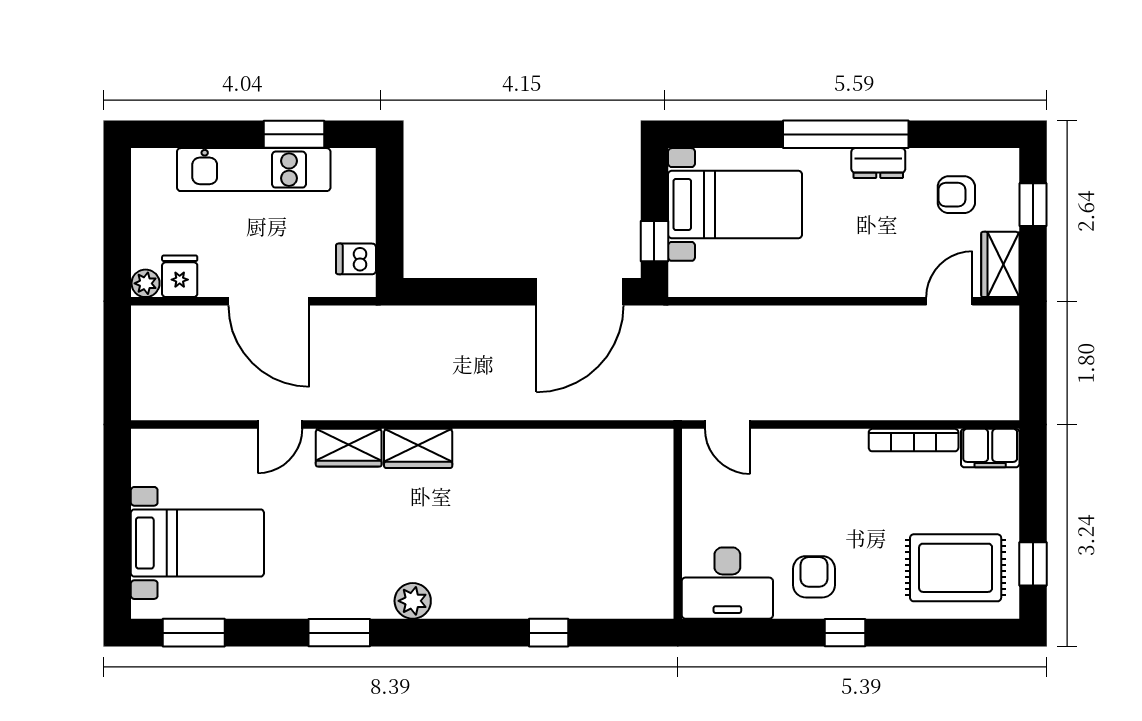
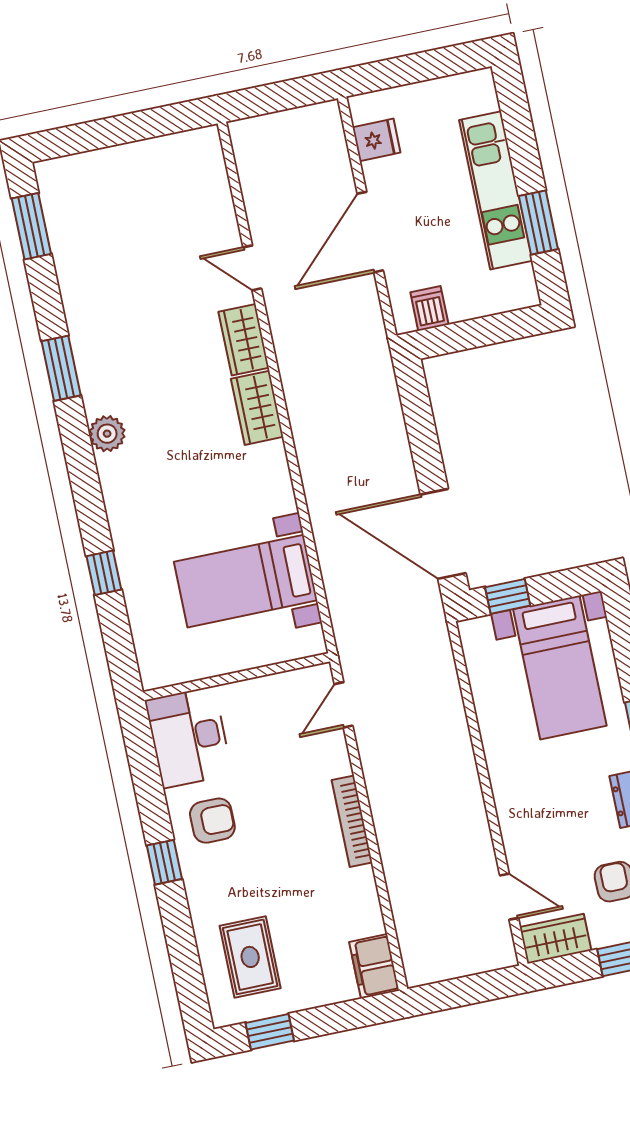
plant: (146, 283) -> (363, 108), removed
bookcase: (914, 440) -> (352, 821), moved
bed with nightstands: (197, 543) -> (246, 581), moved, turned 90
rug: (956, 568) -> (250, 957), width x0.73, depth x0.70

